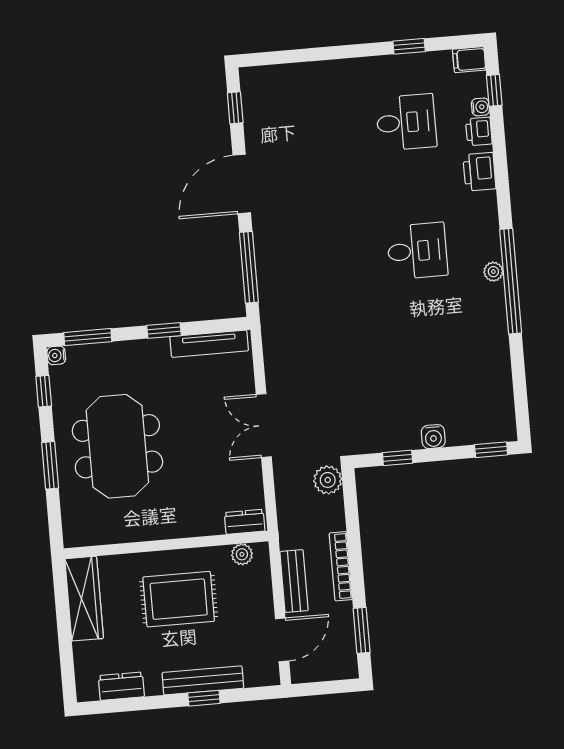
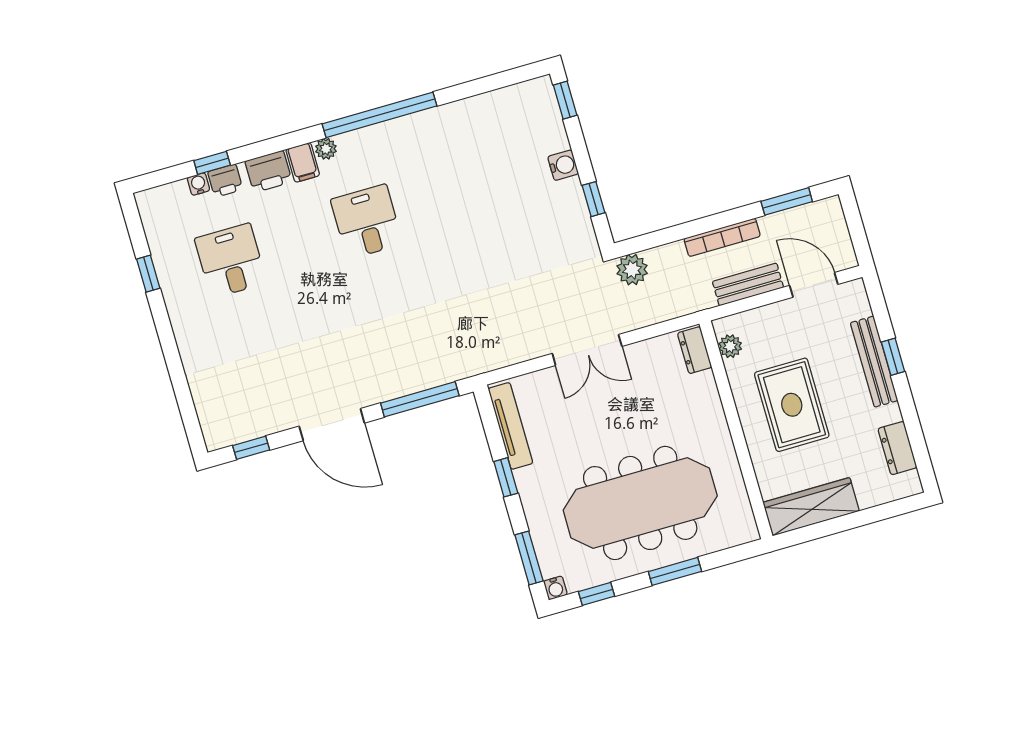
filing cabinet: (469, 60) -> (303, 162), moved
window: (494, 90) -> (212, 163), moved
plant: (493, 272) -> (326, 149), moved
meeting table: (117, 446) -> (640, 503), width x1.36

